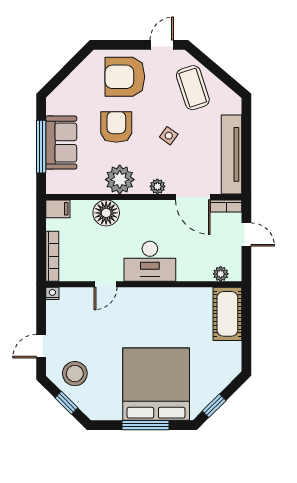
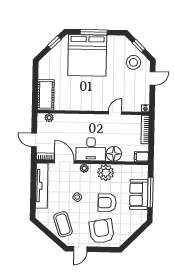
armchair: (125, 77) -> (102, 231), turned -100
armchair: (116, 127) -> (107, 203), turned 90
desk: (150, 261) -> (91, 149), moved, turned 180

